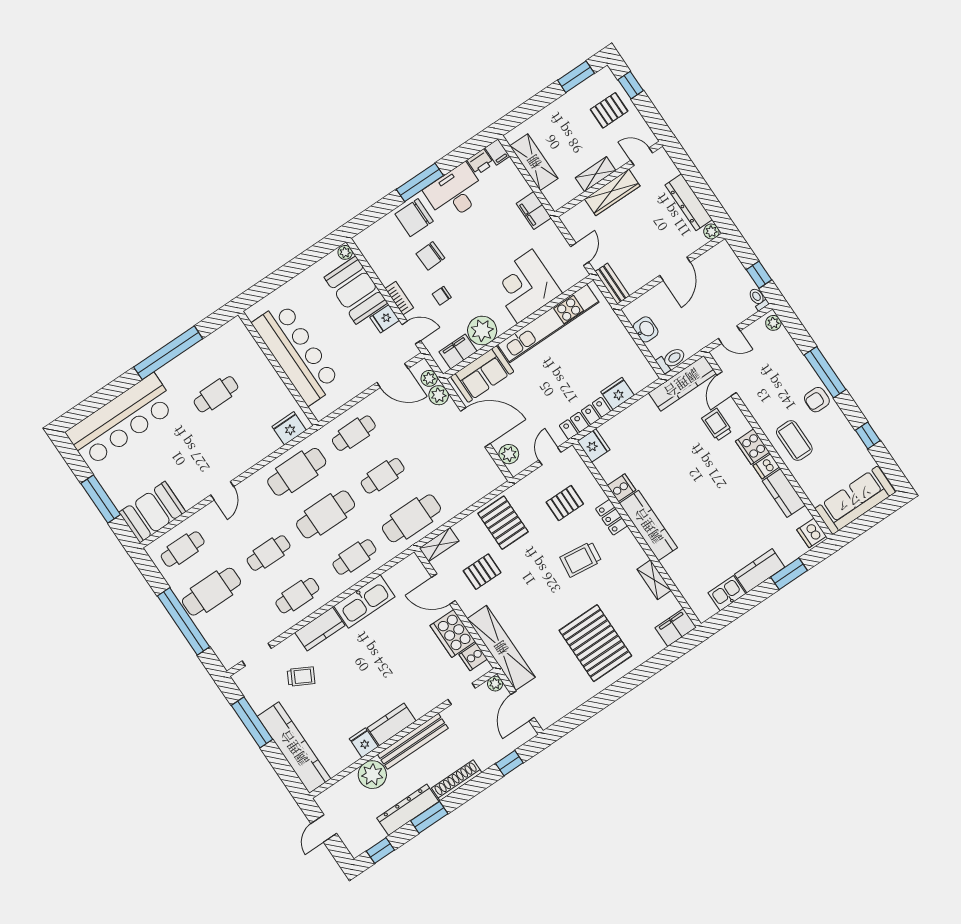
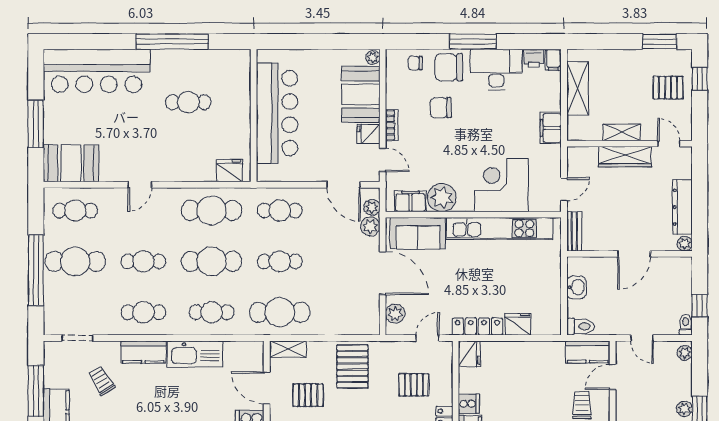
chair: (442, 296) -> (415, 63), moved
plant: (805, 370) -> (684, 409), added
kitchen counter: (682, 383) -> (588, 352), width x0.67
trolley: (301, 677) -> (101, 381), turned -149

